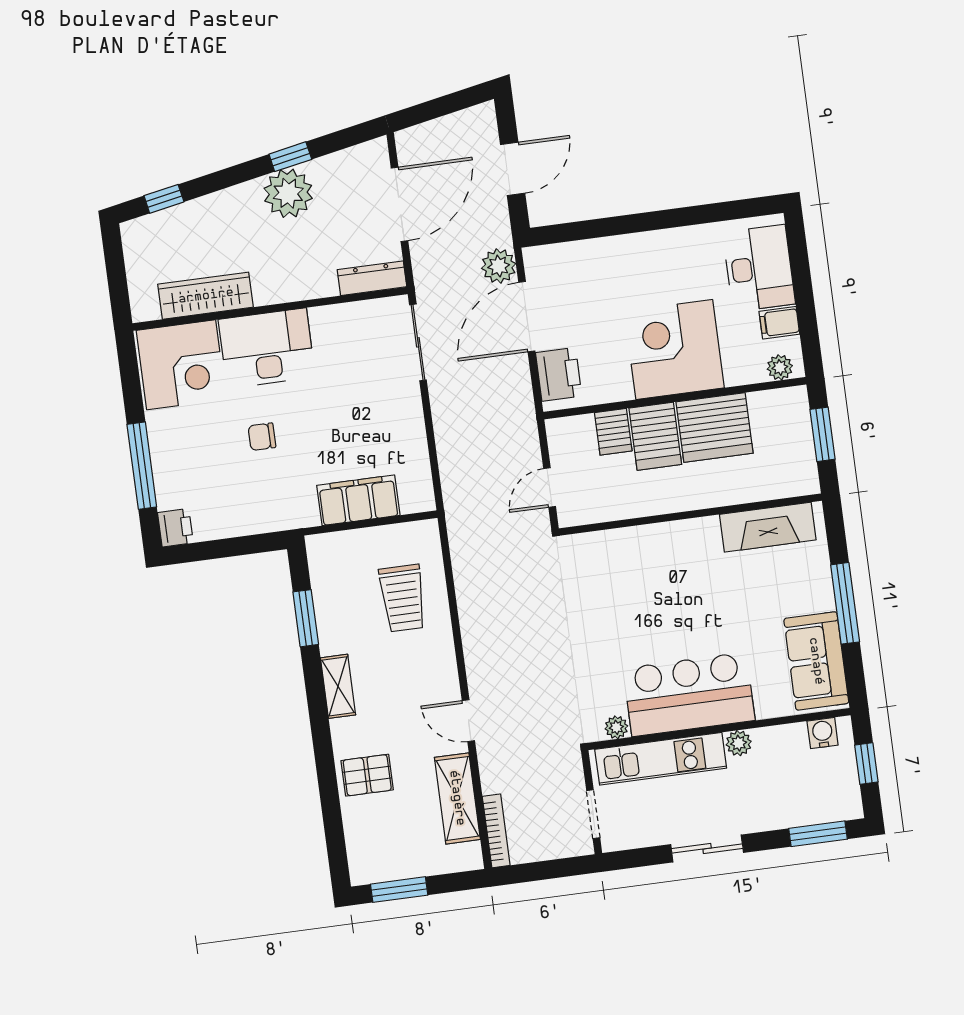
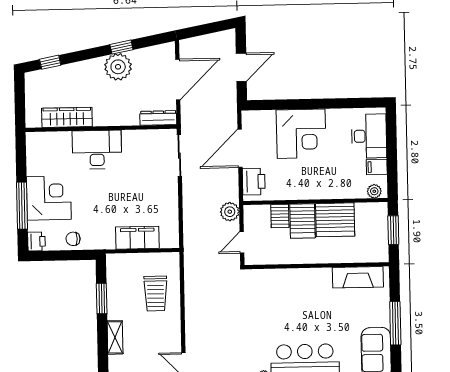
plant: (499, 266) -> (230, 212), moved
corner desk: (674, 350) -> (301, 134), moved, turned 180
corner desk: (181, 365) -> (49, 198), moved, turned -90
chair: (262, 437) -> (73, 239), moved

